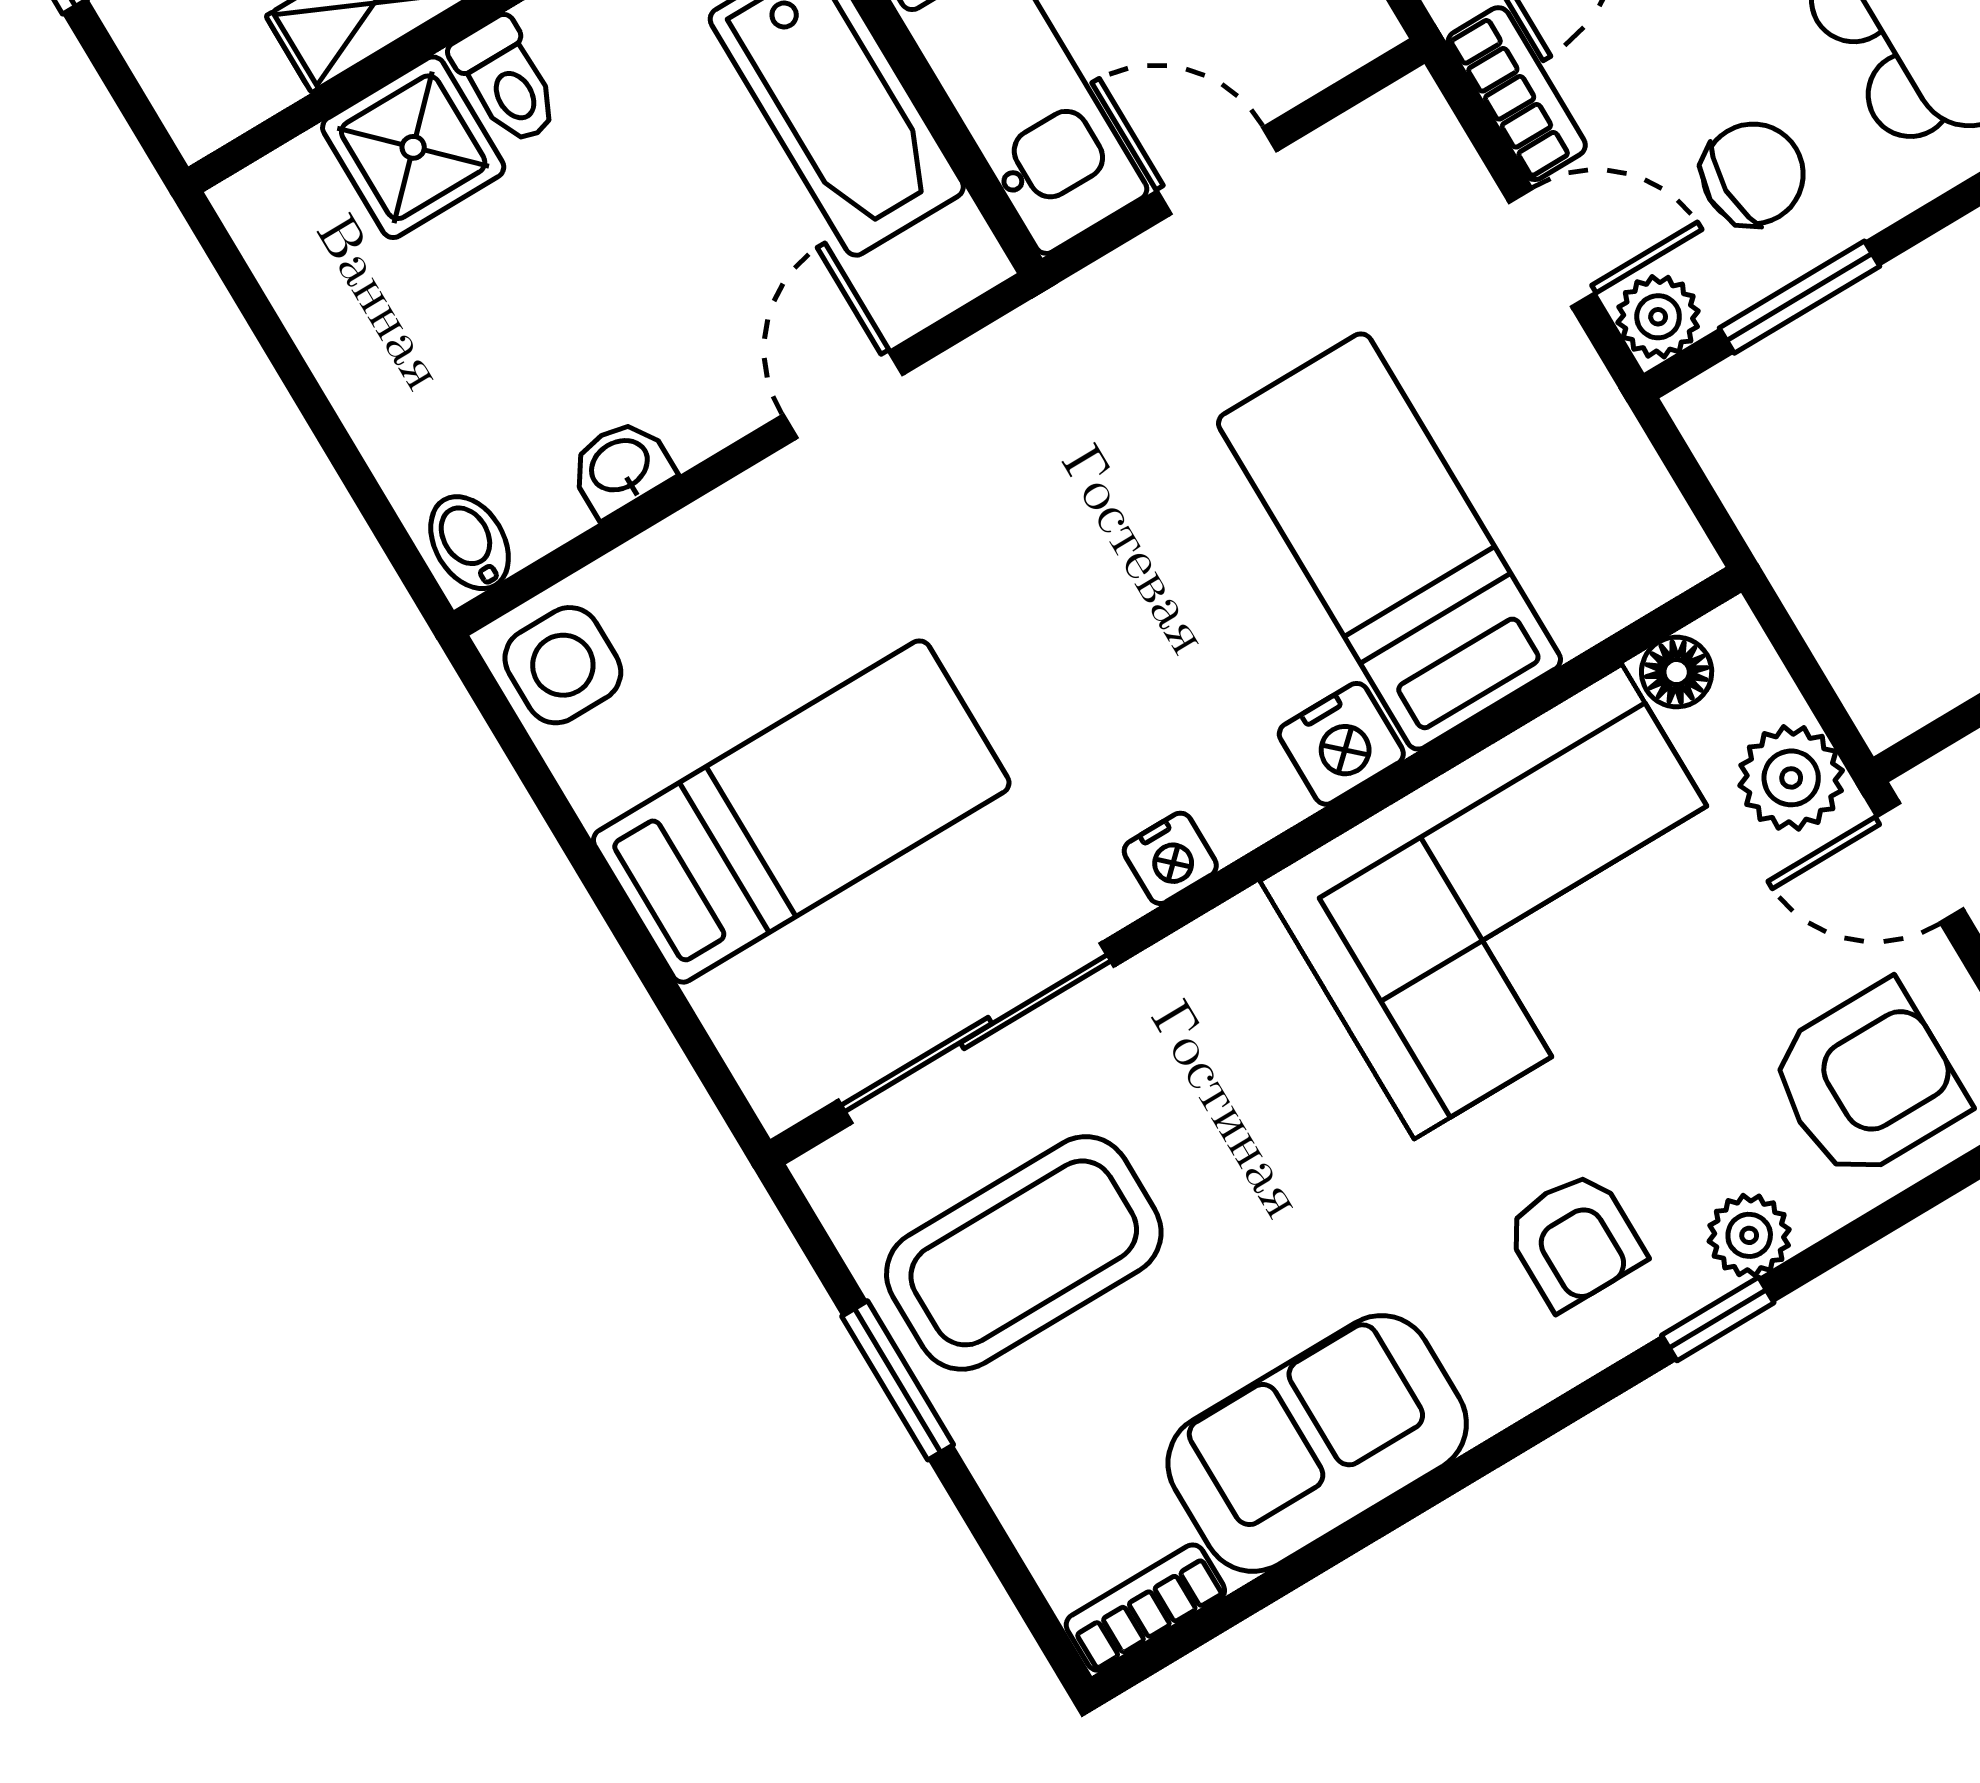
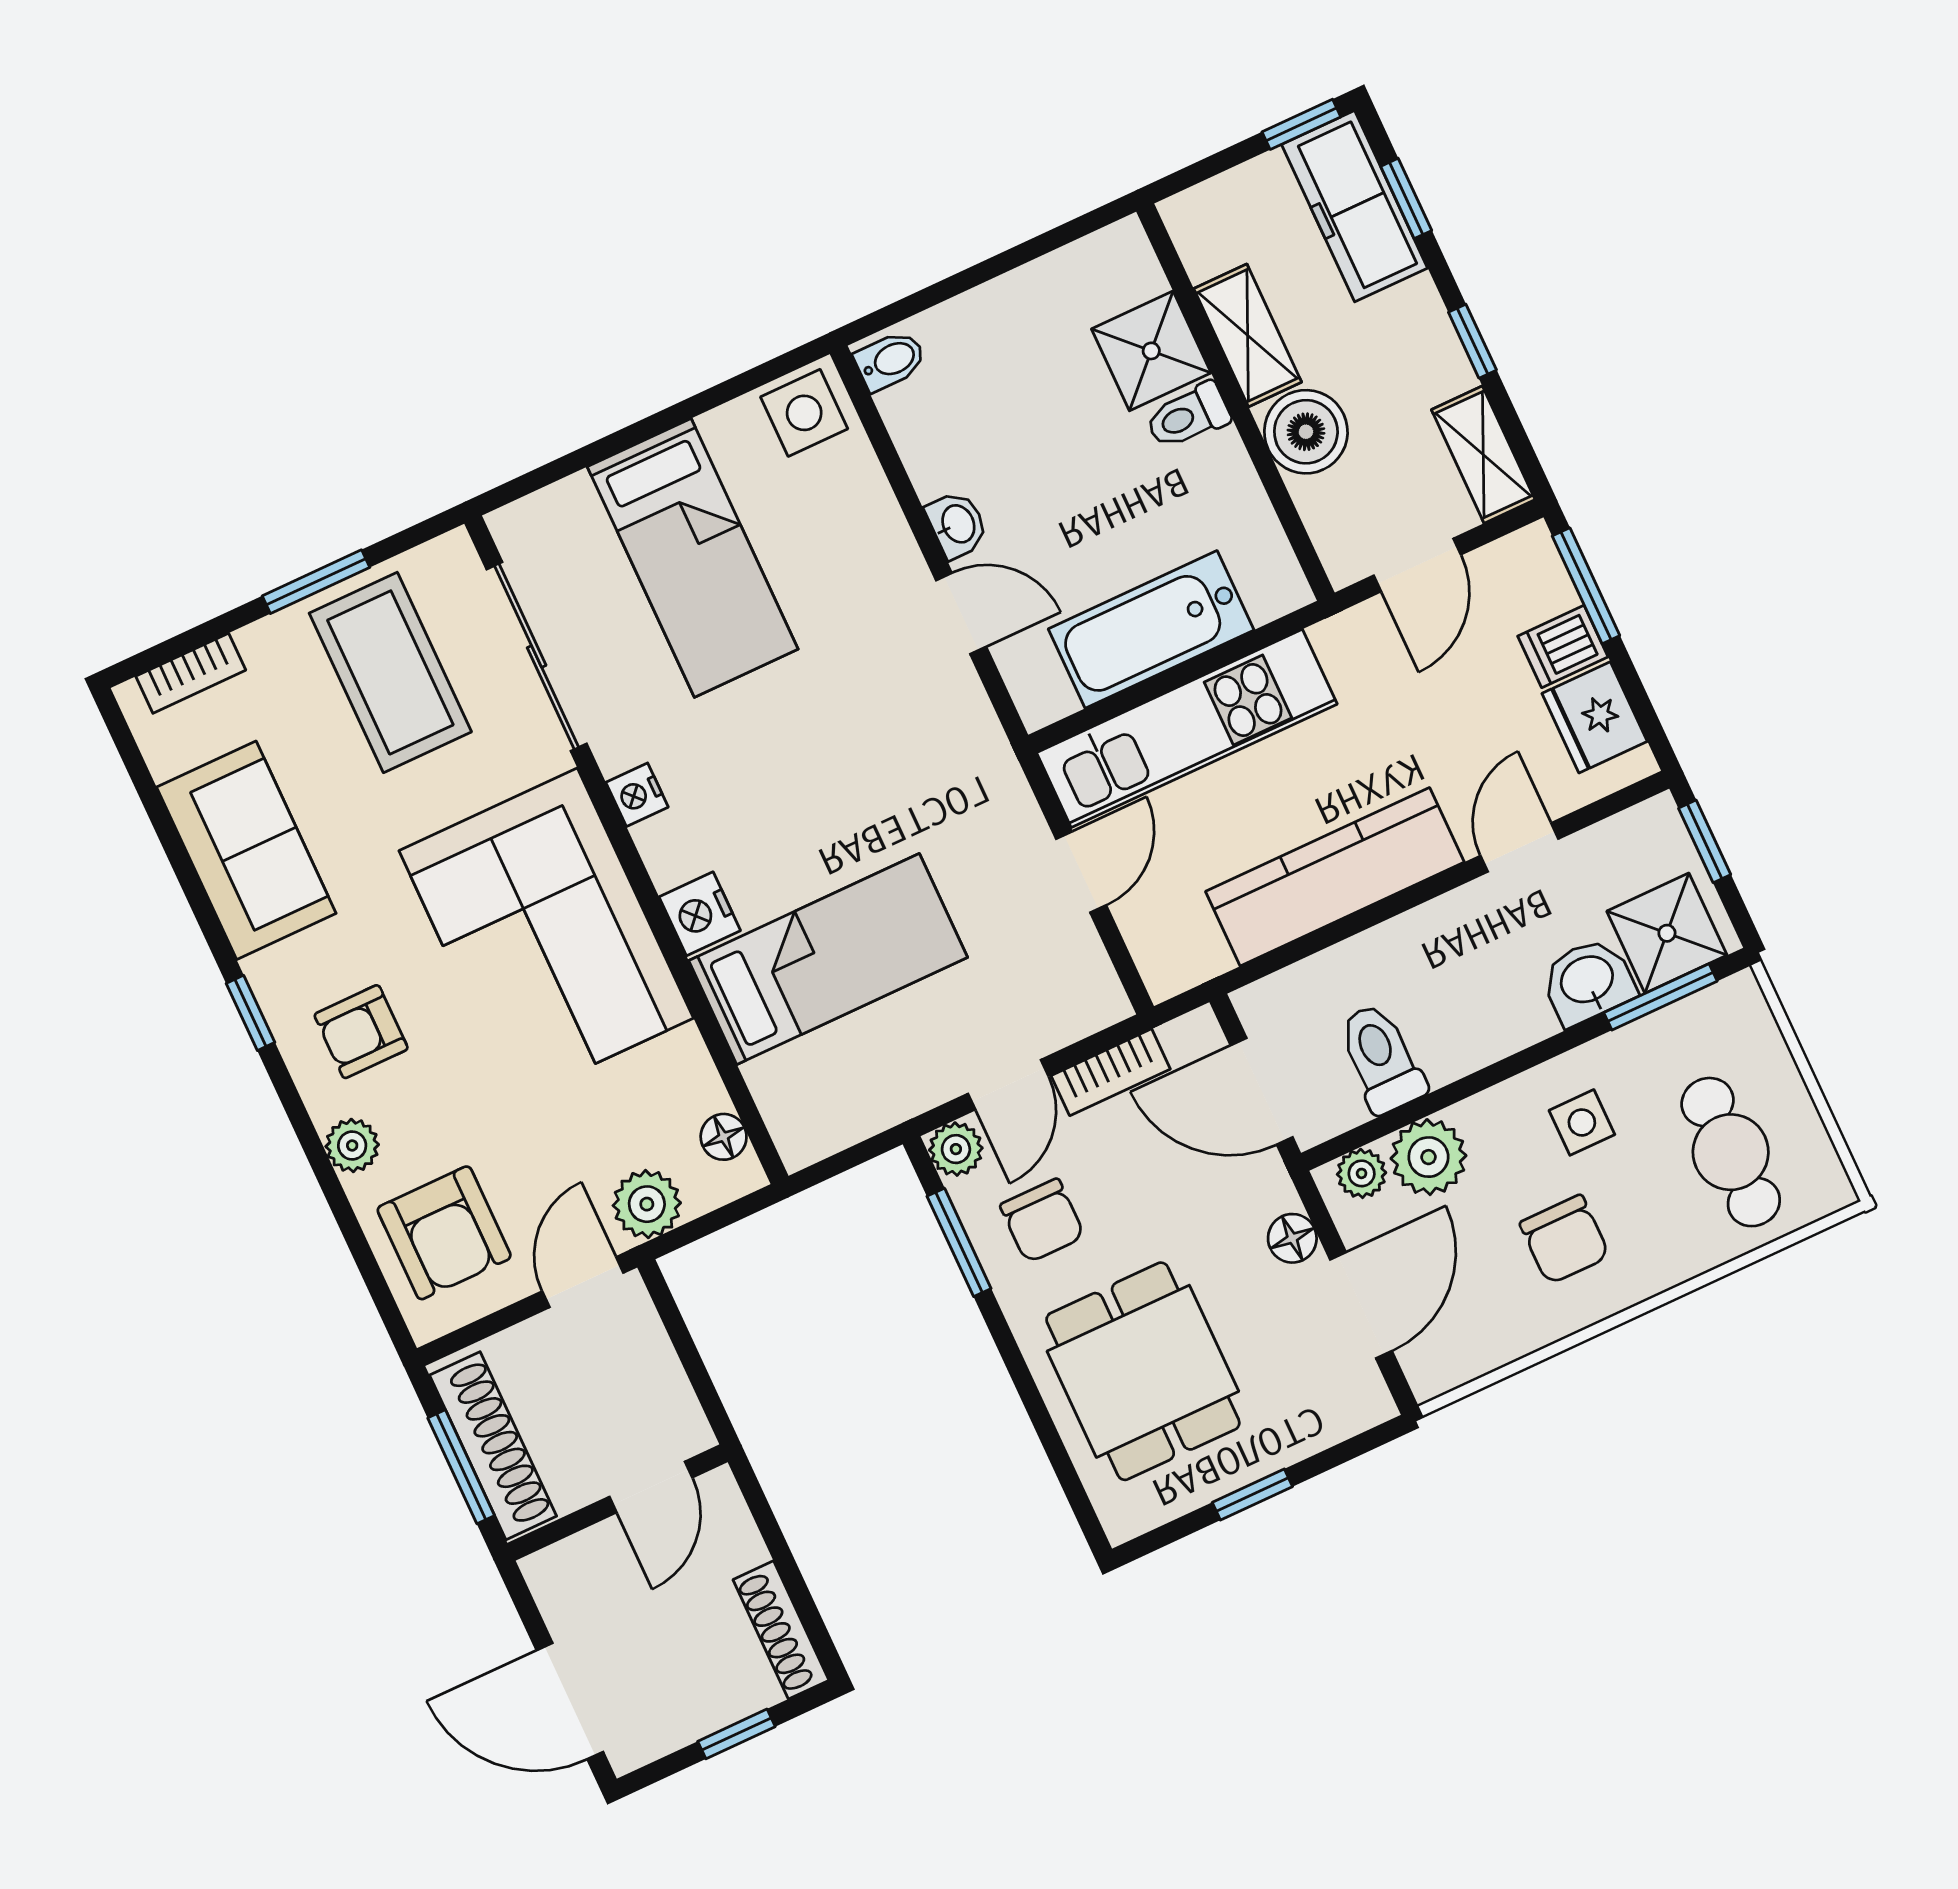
washbasin: (621, 467) -> (957, 524), moved
corner sofa: (1518, 902) -> (546, 934), moved
window: (1718, 1319) -> (250, 1013), moved
bookcase: (1145, 1608) -> (191, 673), moved, turned 90

